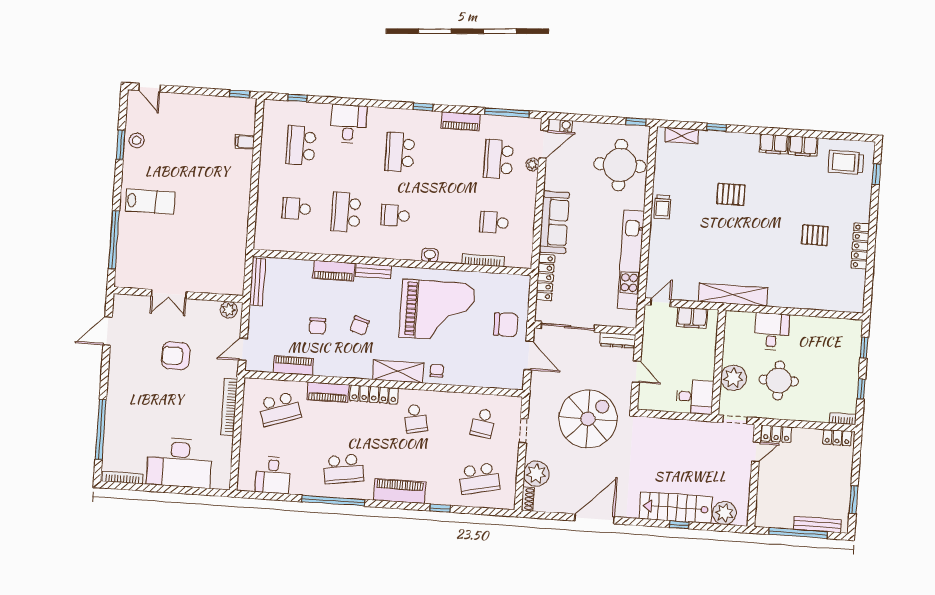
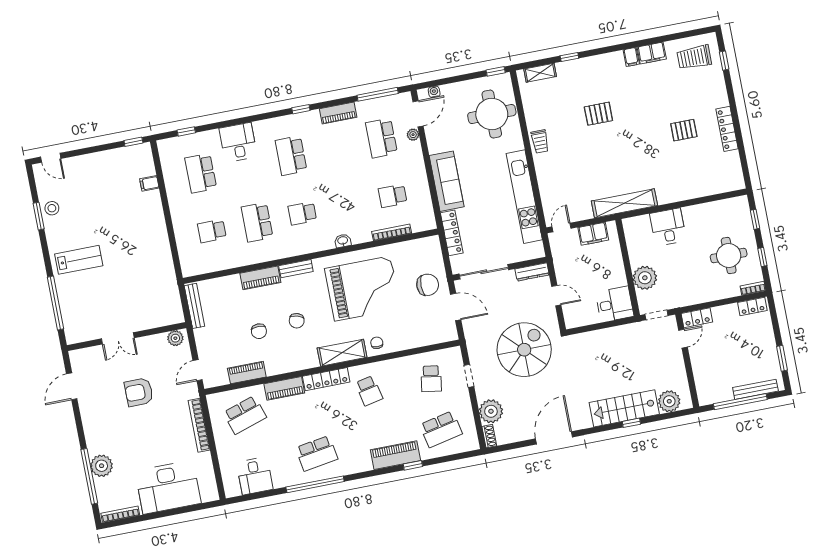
filing cabinet: (774, 144) -> (631, 57), width x0.50
round table: (779, 381) -> (729, 255), moved
plant: (116, 422) -> (102, 466), added
piano: (400, 491) -> (395, 455), moved

